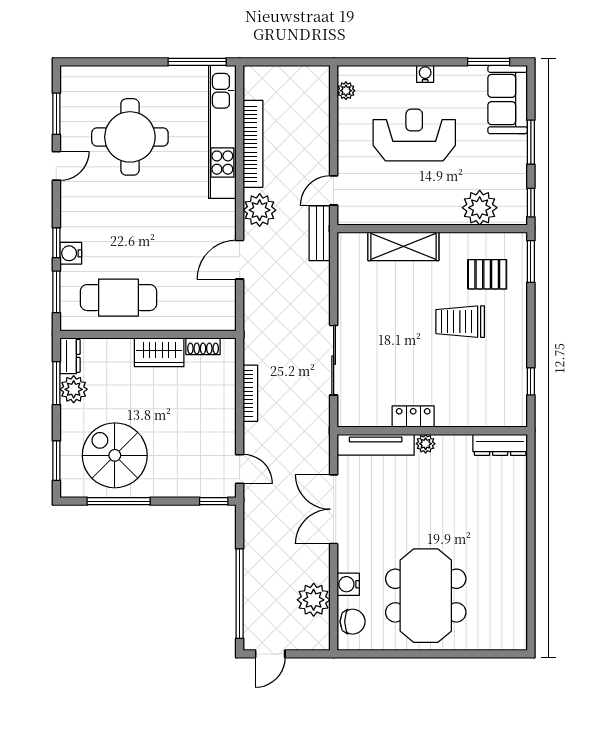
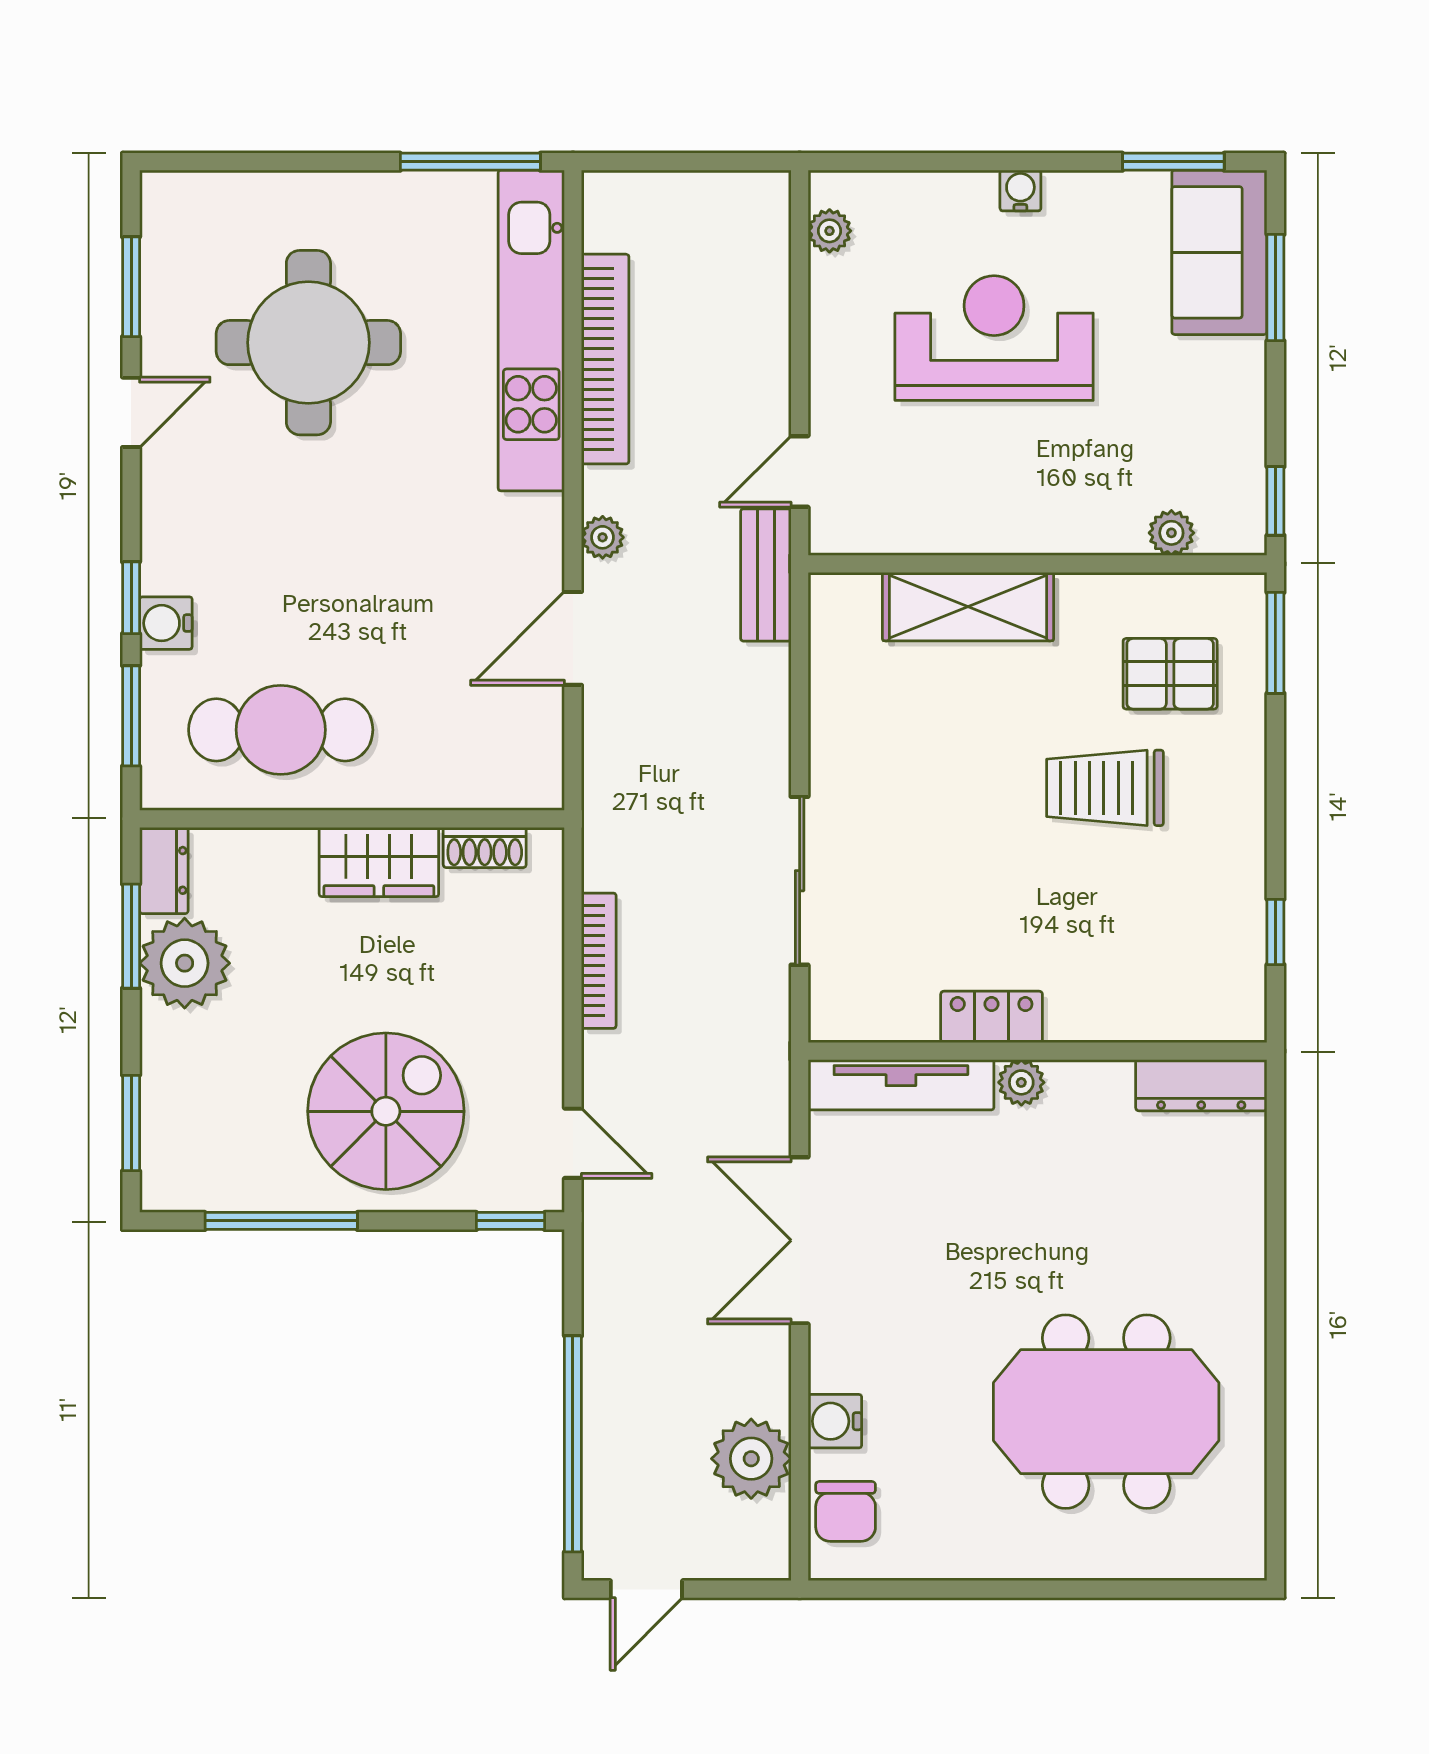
window: (531, 142) -> (1275, 288), moved
plant: (480, 208) -> (1171, 533), width x0.53, depth x0.53
plant: (260, 210) -> (603, 537), width x0.53, depth x0.53
plant: (74, 389) -> (185, 963), width x1.36, depth x1.36
spiral stairs: (115, 455) -> (386, 1111), moved, turned 90
meeting table: (426, 596) -> (1106, 1412), moved, turned 90
chair: (353, 622) -> (846, 1511), turned 90

